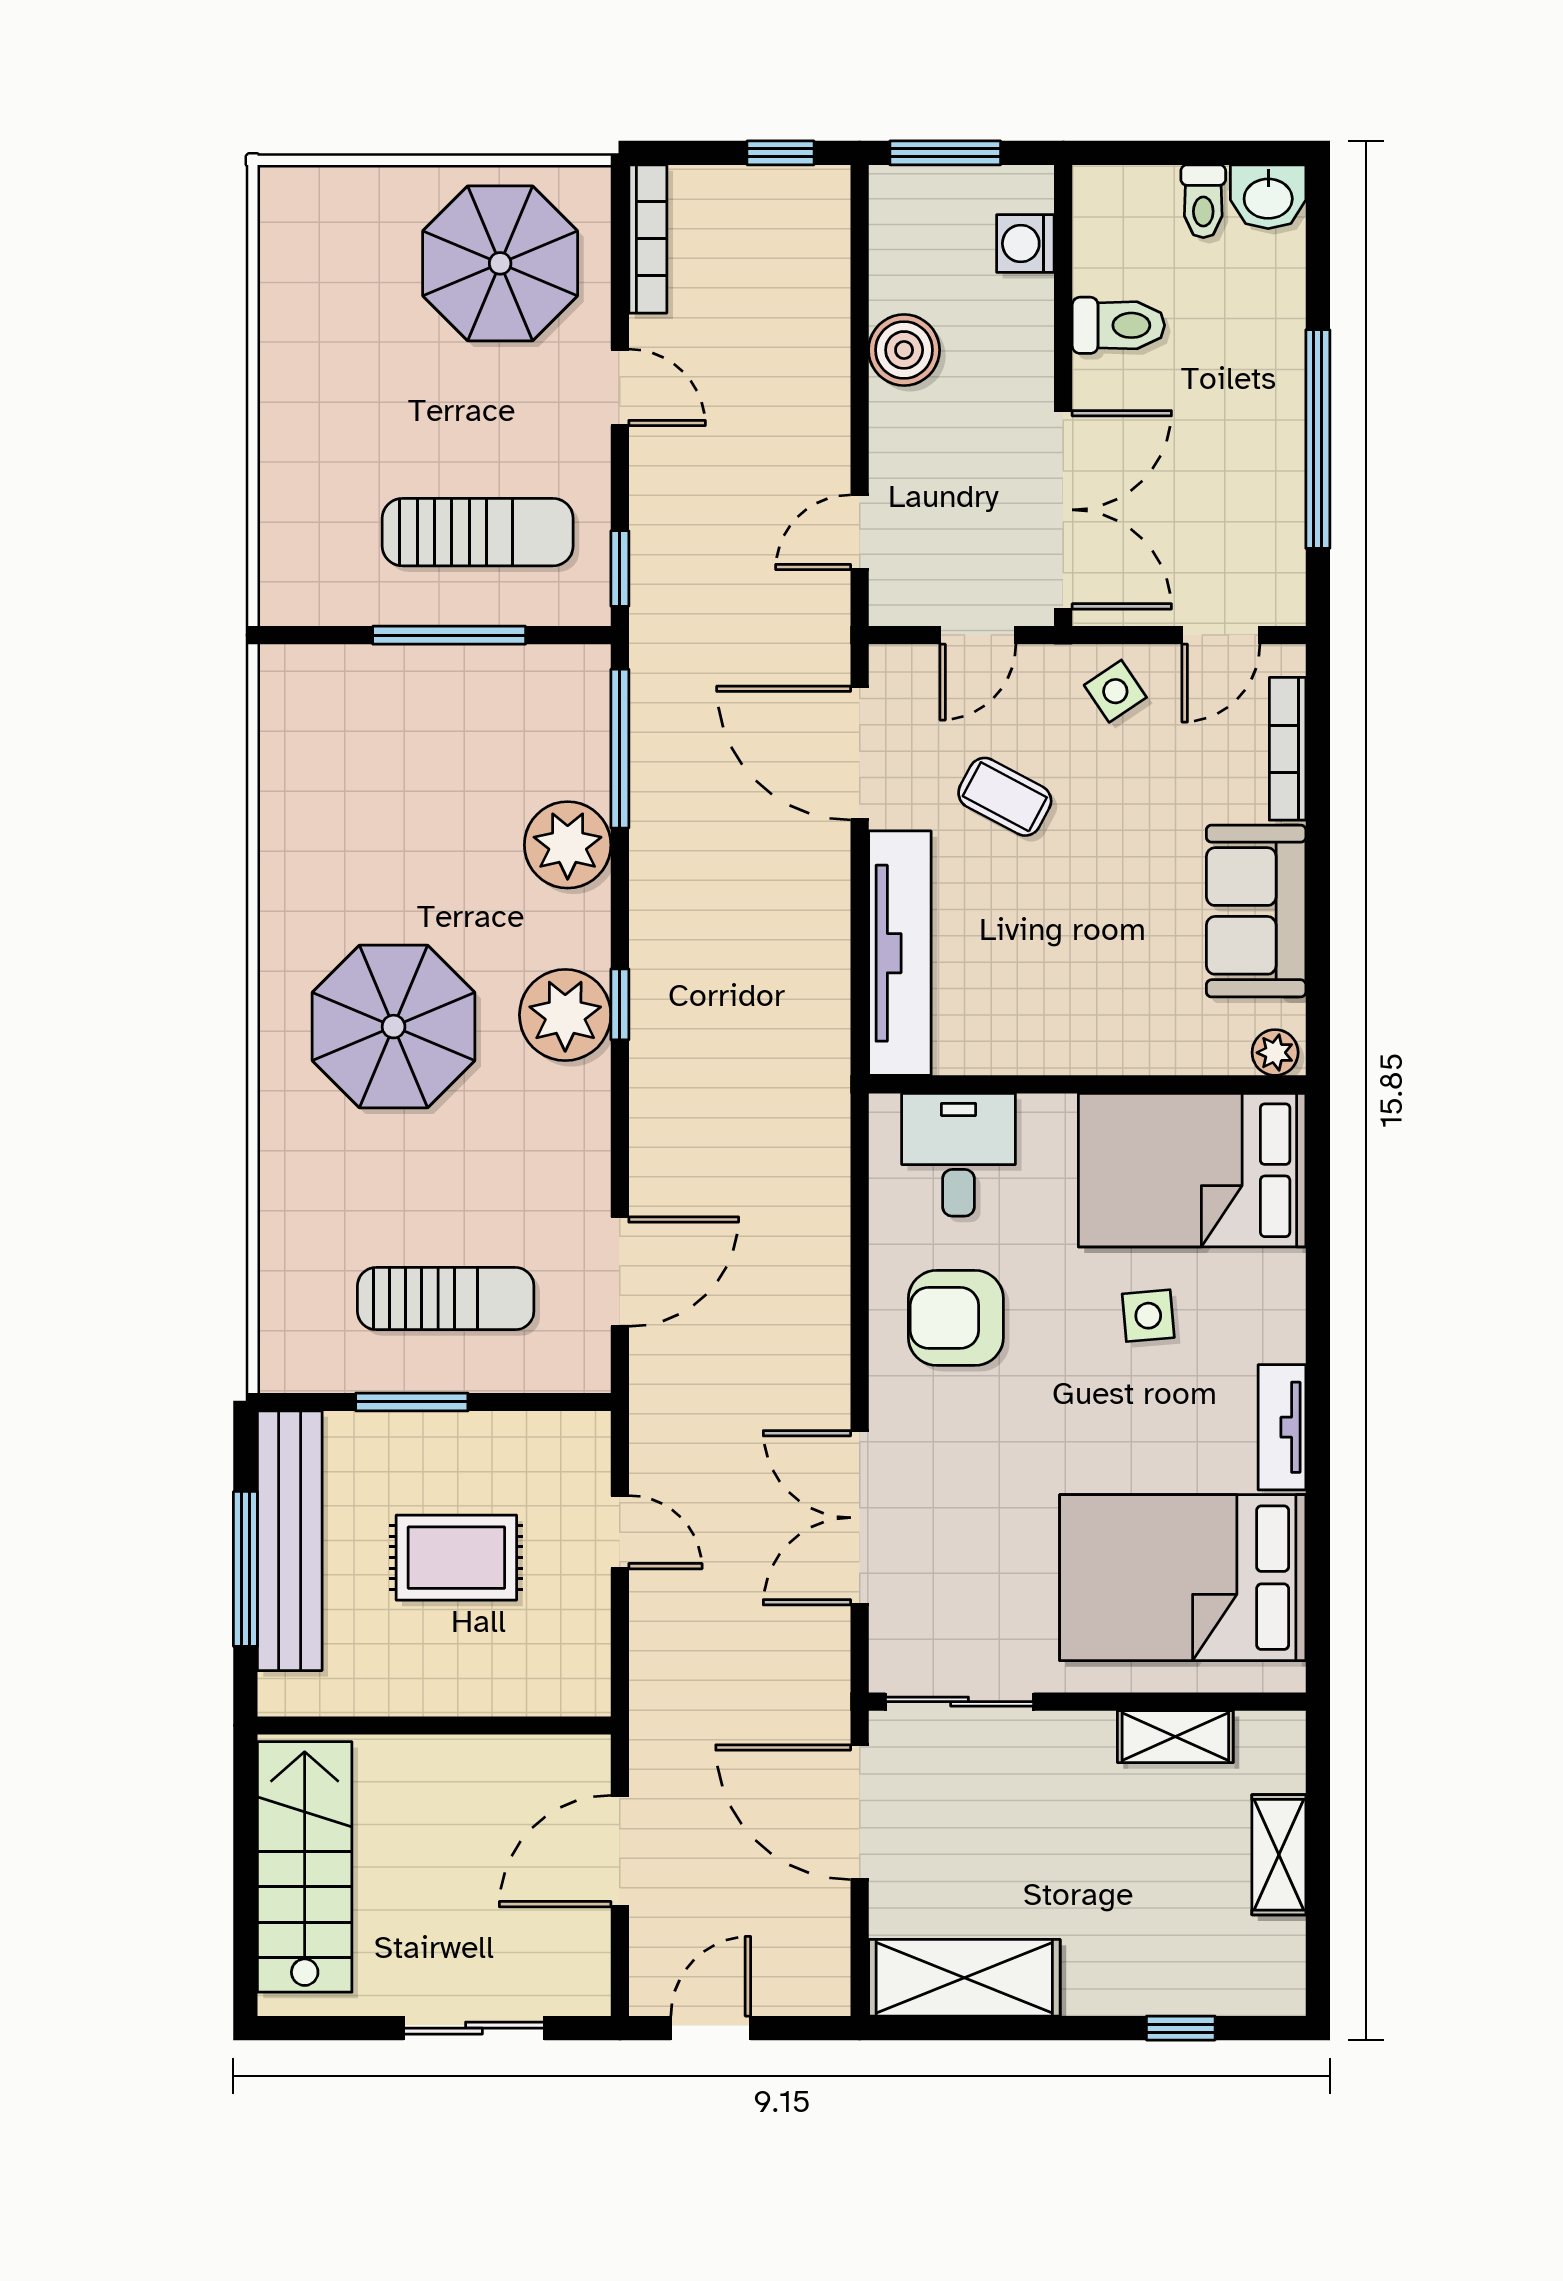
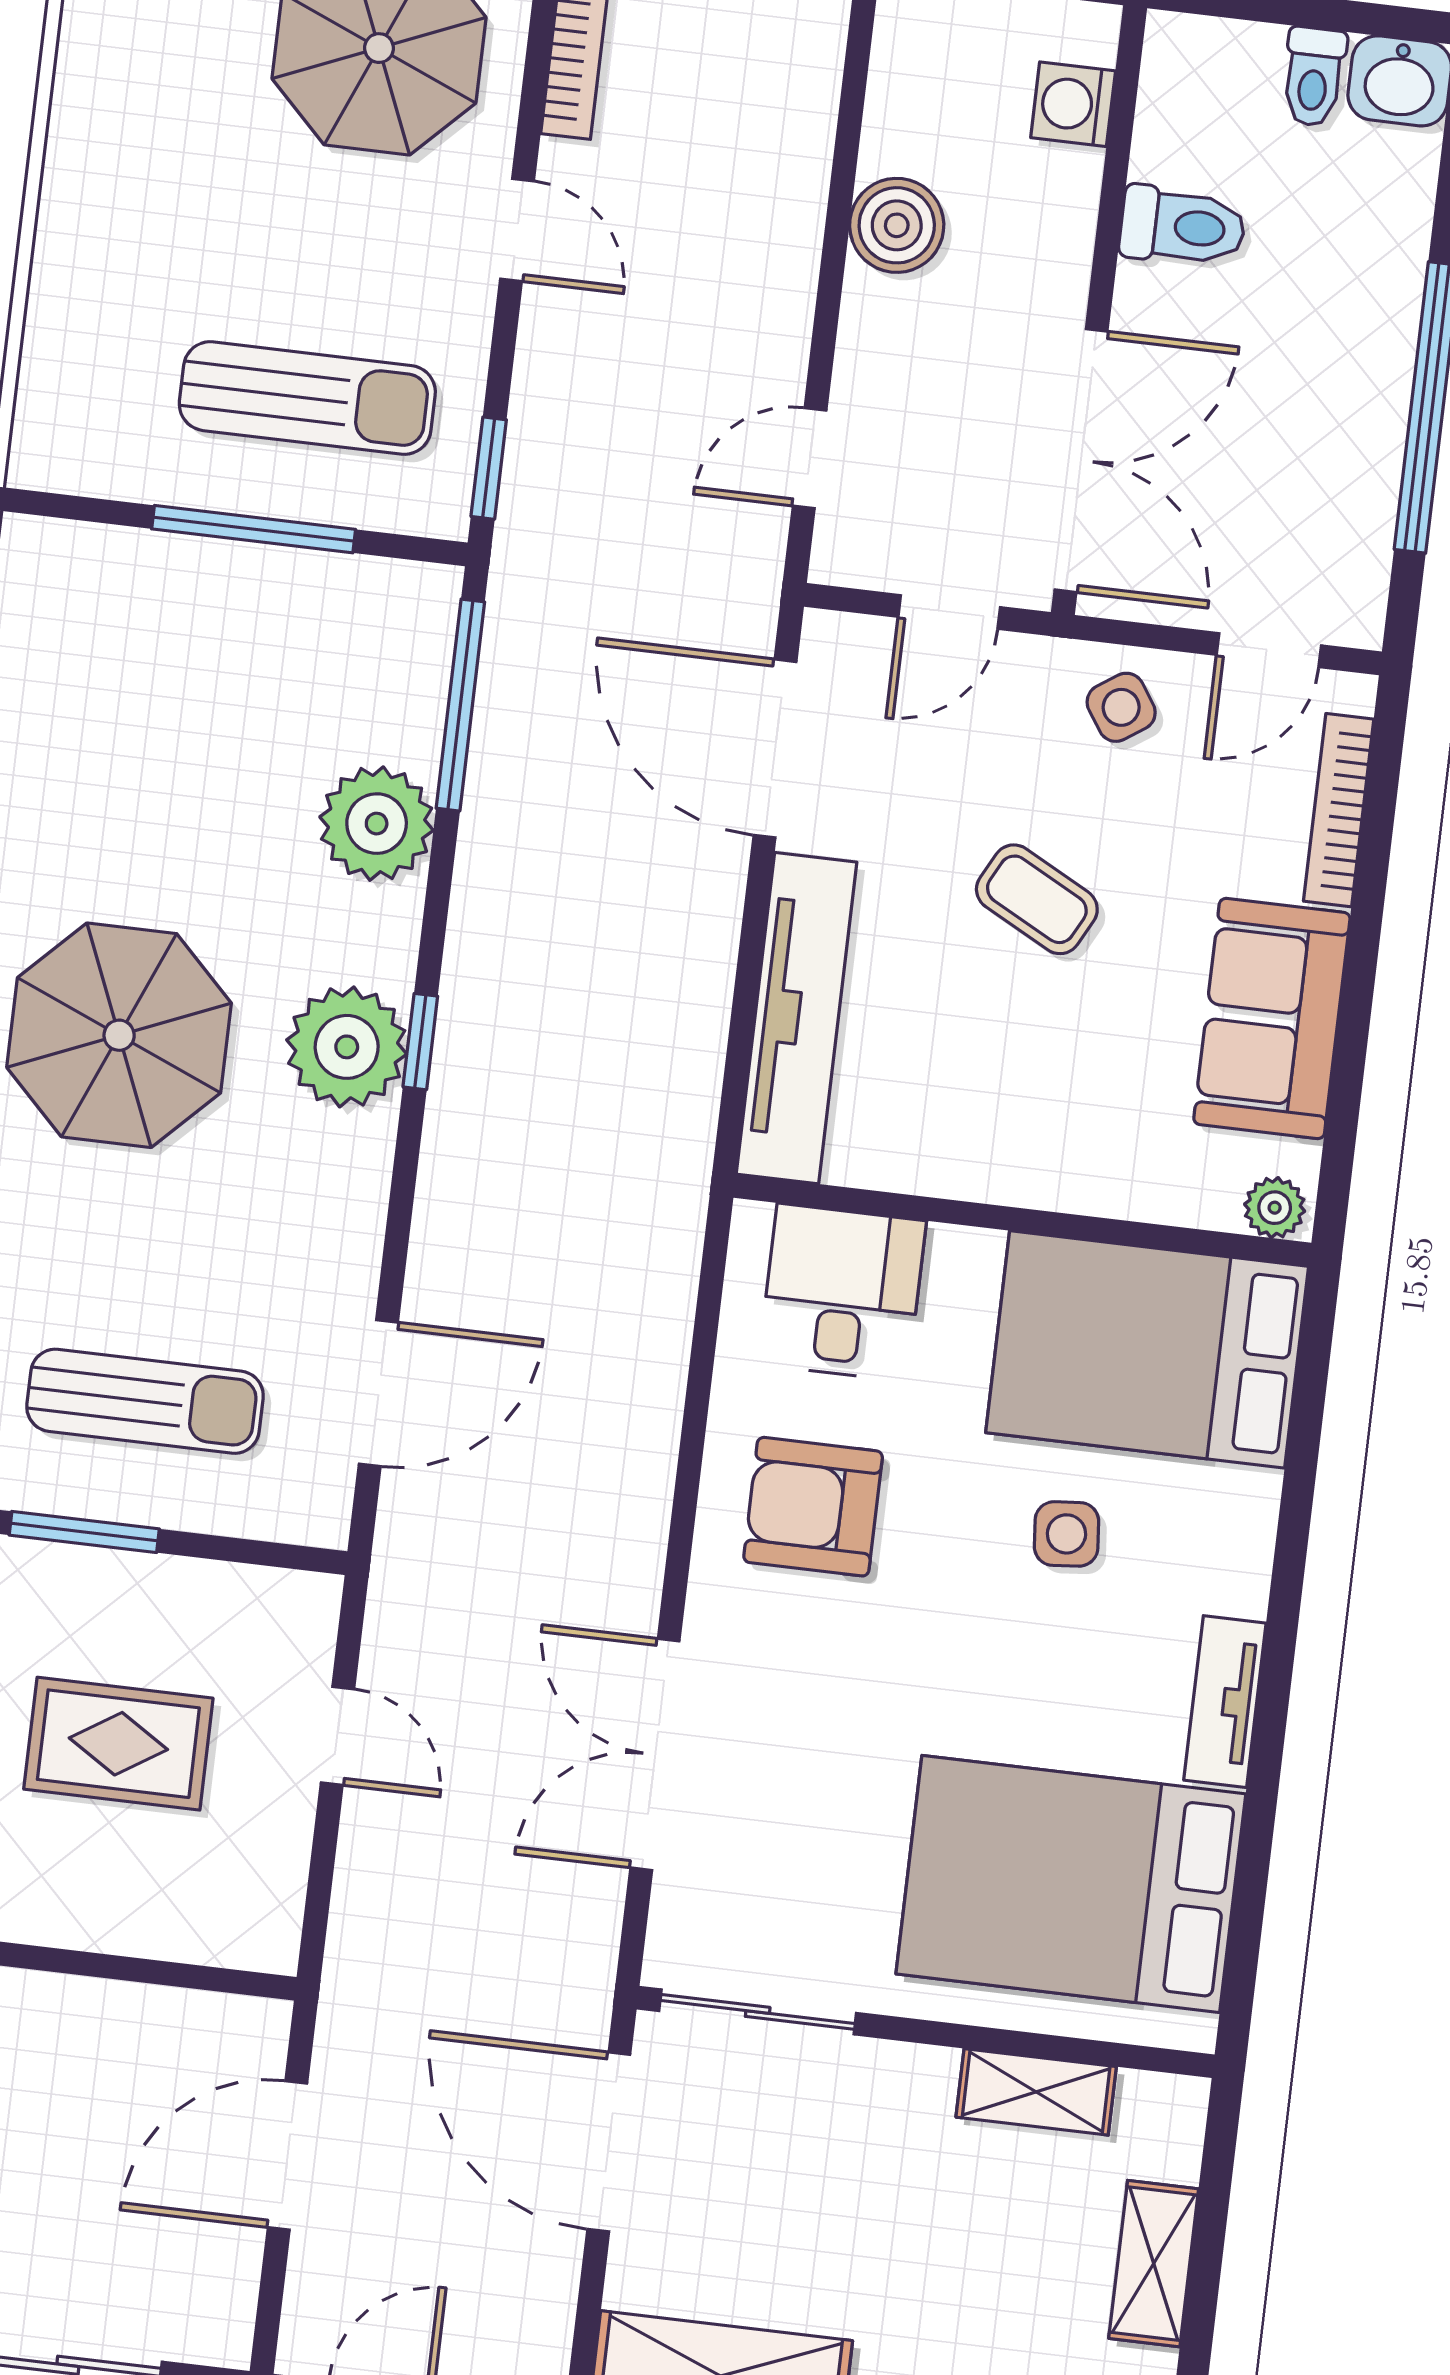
coffee table: (1005, 797) -> (1037, 899), moved

